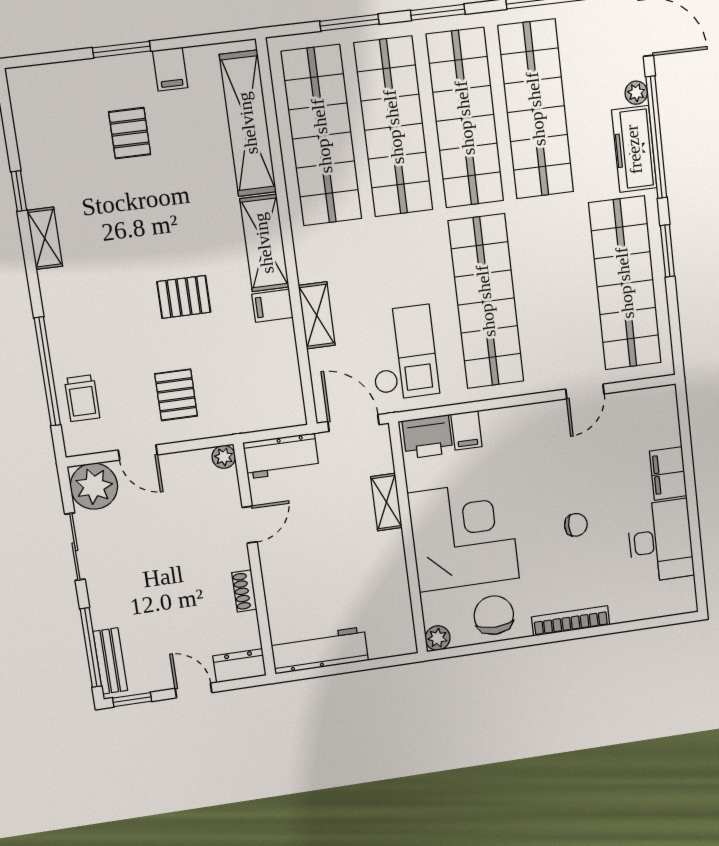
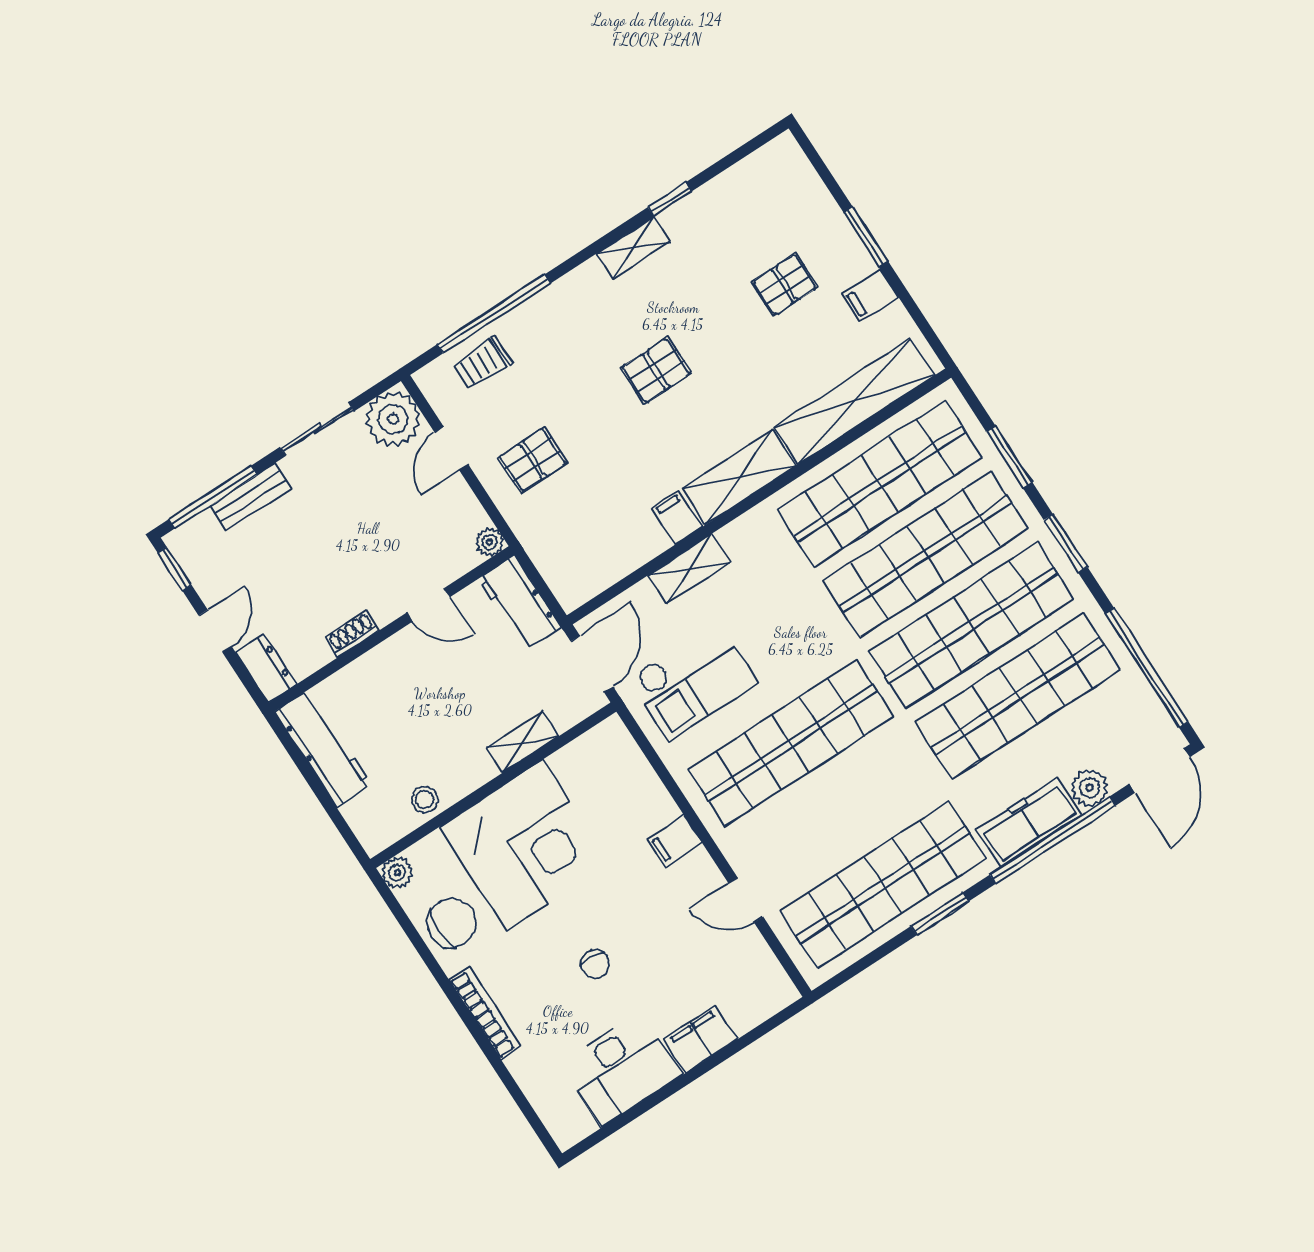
plant: (636, 93) -> (1090, 788), width x1.38, depth x1.38
pallet: (184, 297) -> (656, 371), moved, turned 90
filing cabinet: (466, 430) -> (675, 841), moved
printer: (427, 437) -> (615, 752), removed
stool: (394, 594) -> (425, 799), added
bench: (110, 661) -> (250, 497), moved

